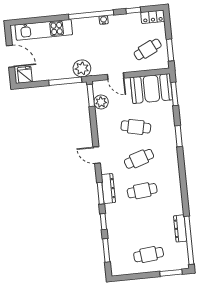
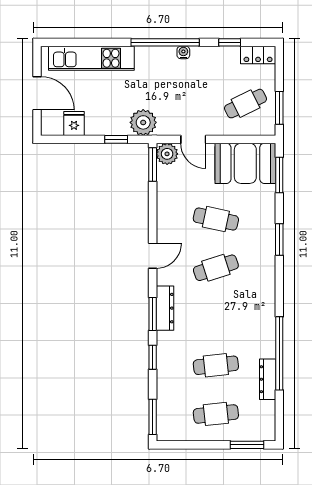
fridge: (25, 75) -> (74, 123), moved
window: (65, 81) -> (116, 139), width x0.46
plant: (101, 102) -> (167, 154), moved
door: (97, 155) -> (153, 256), swing flipped
cafe table: (142, 191) -> (216, 365), moved
window: (189, 240) -> (279, 353), moved
window: (106, 250) -> (153, 417), moved

